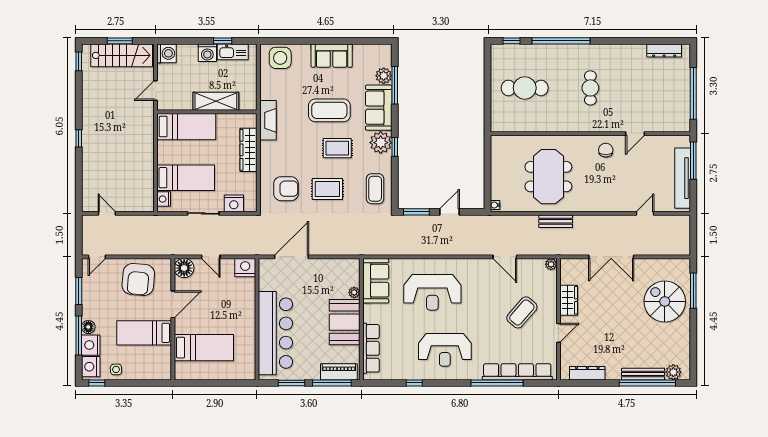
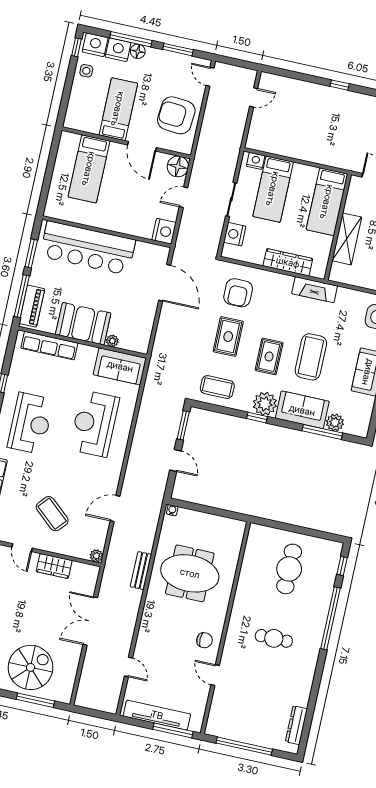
reception desk: (445, 350) -> (31, 423), turned 180

